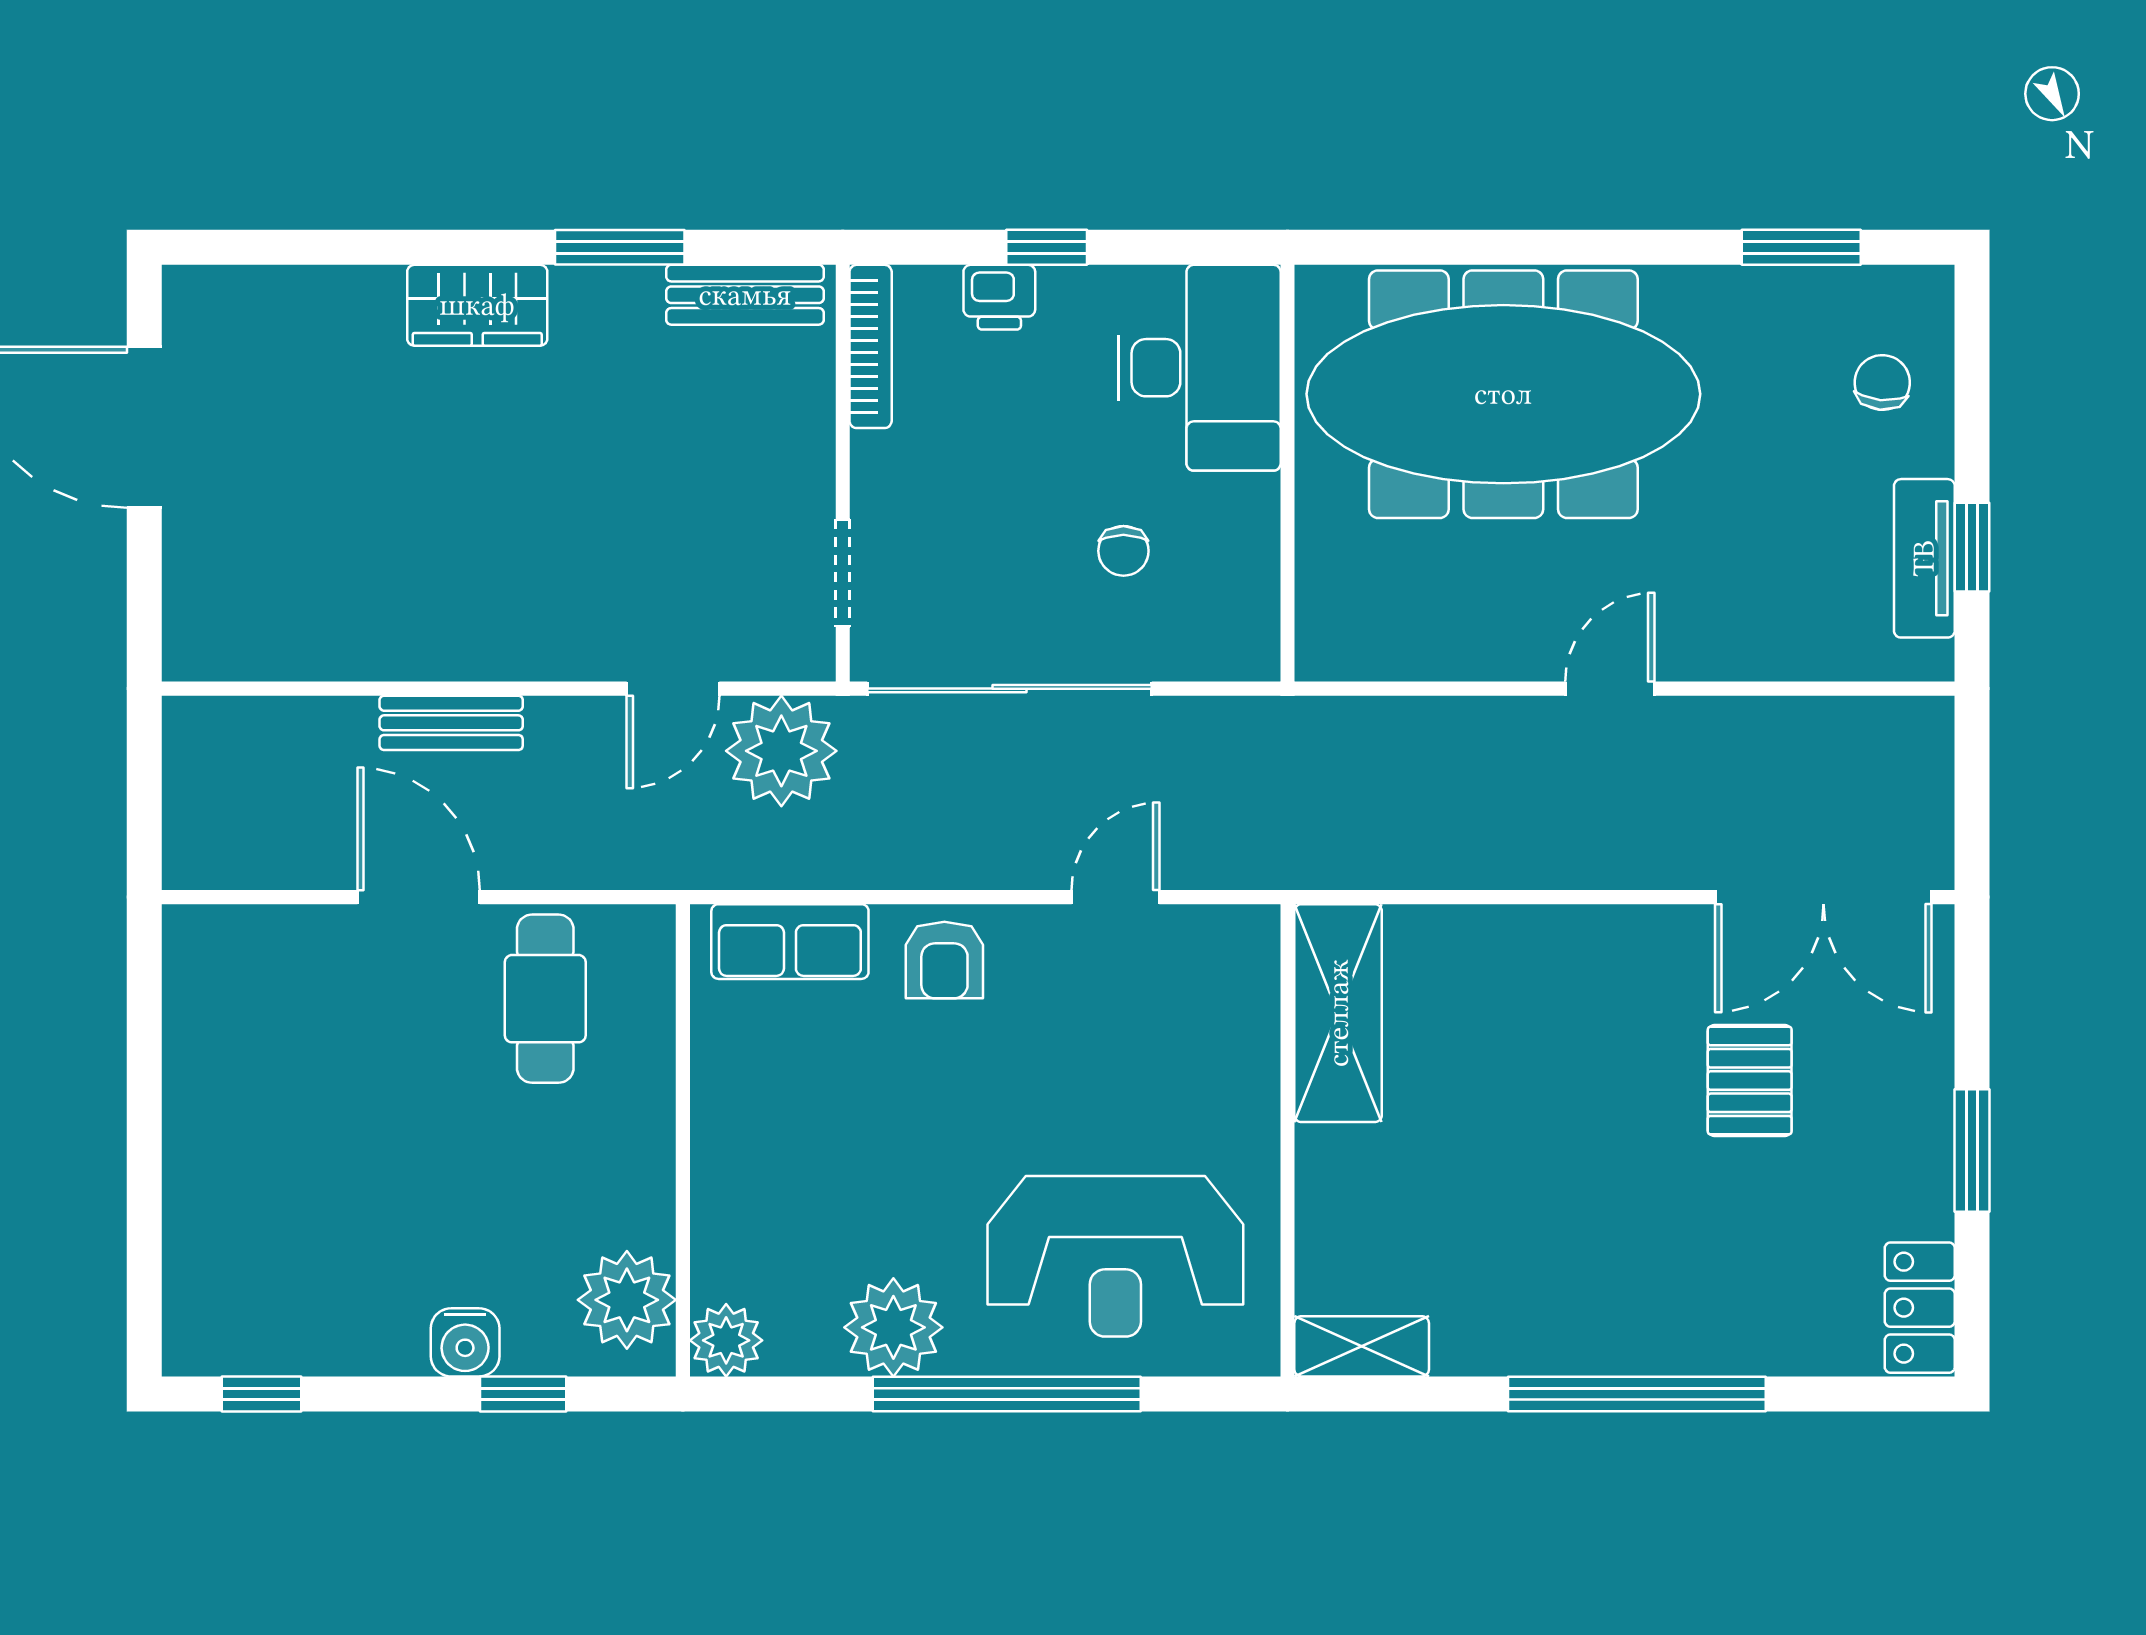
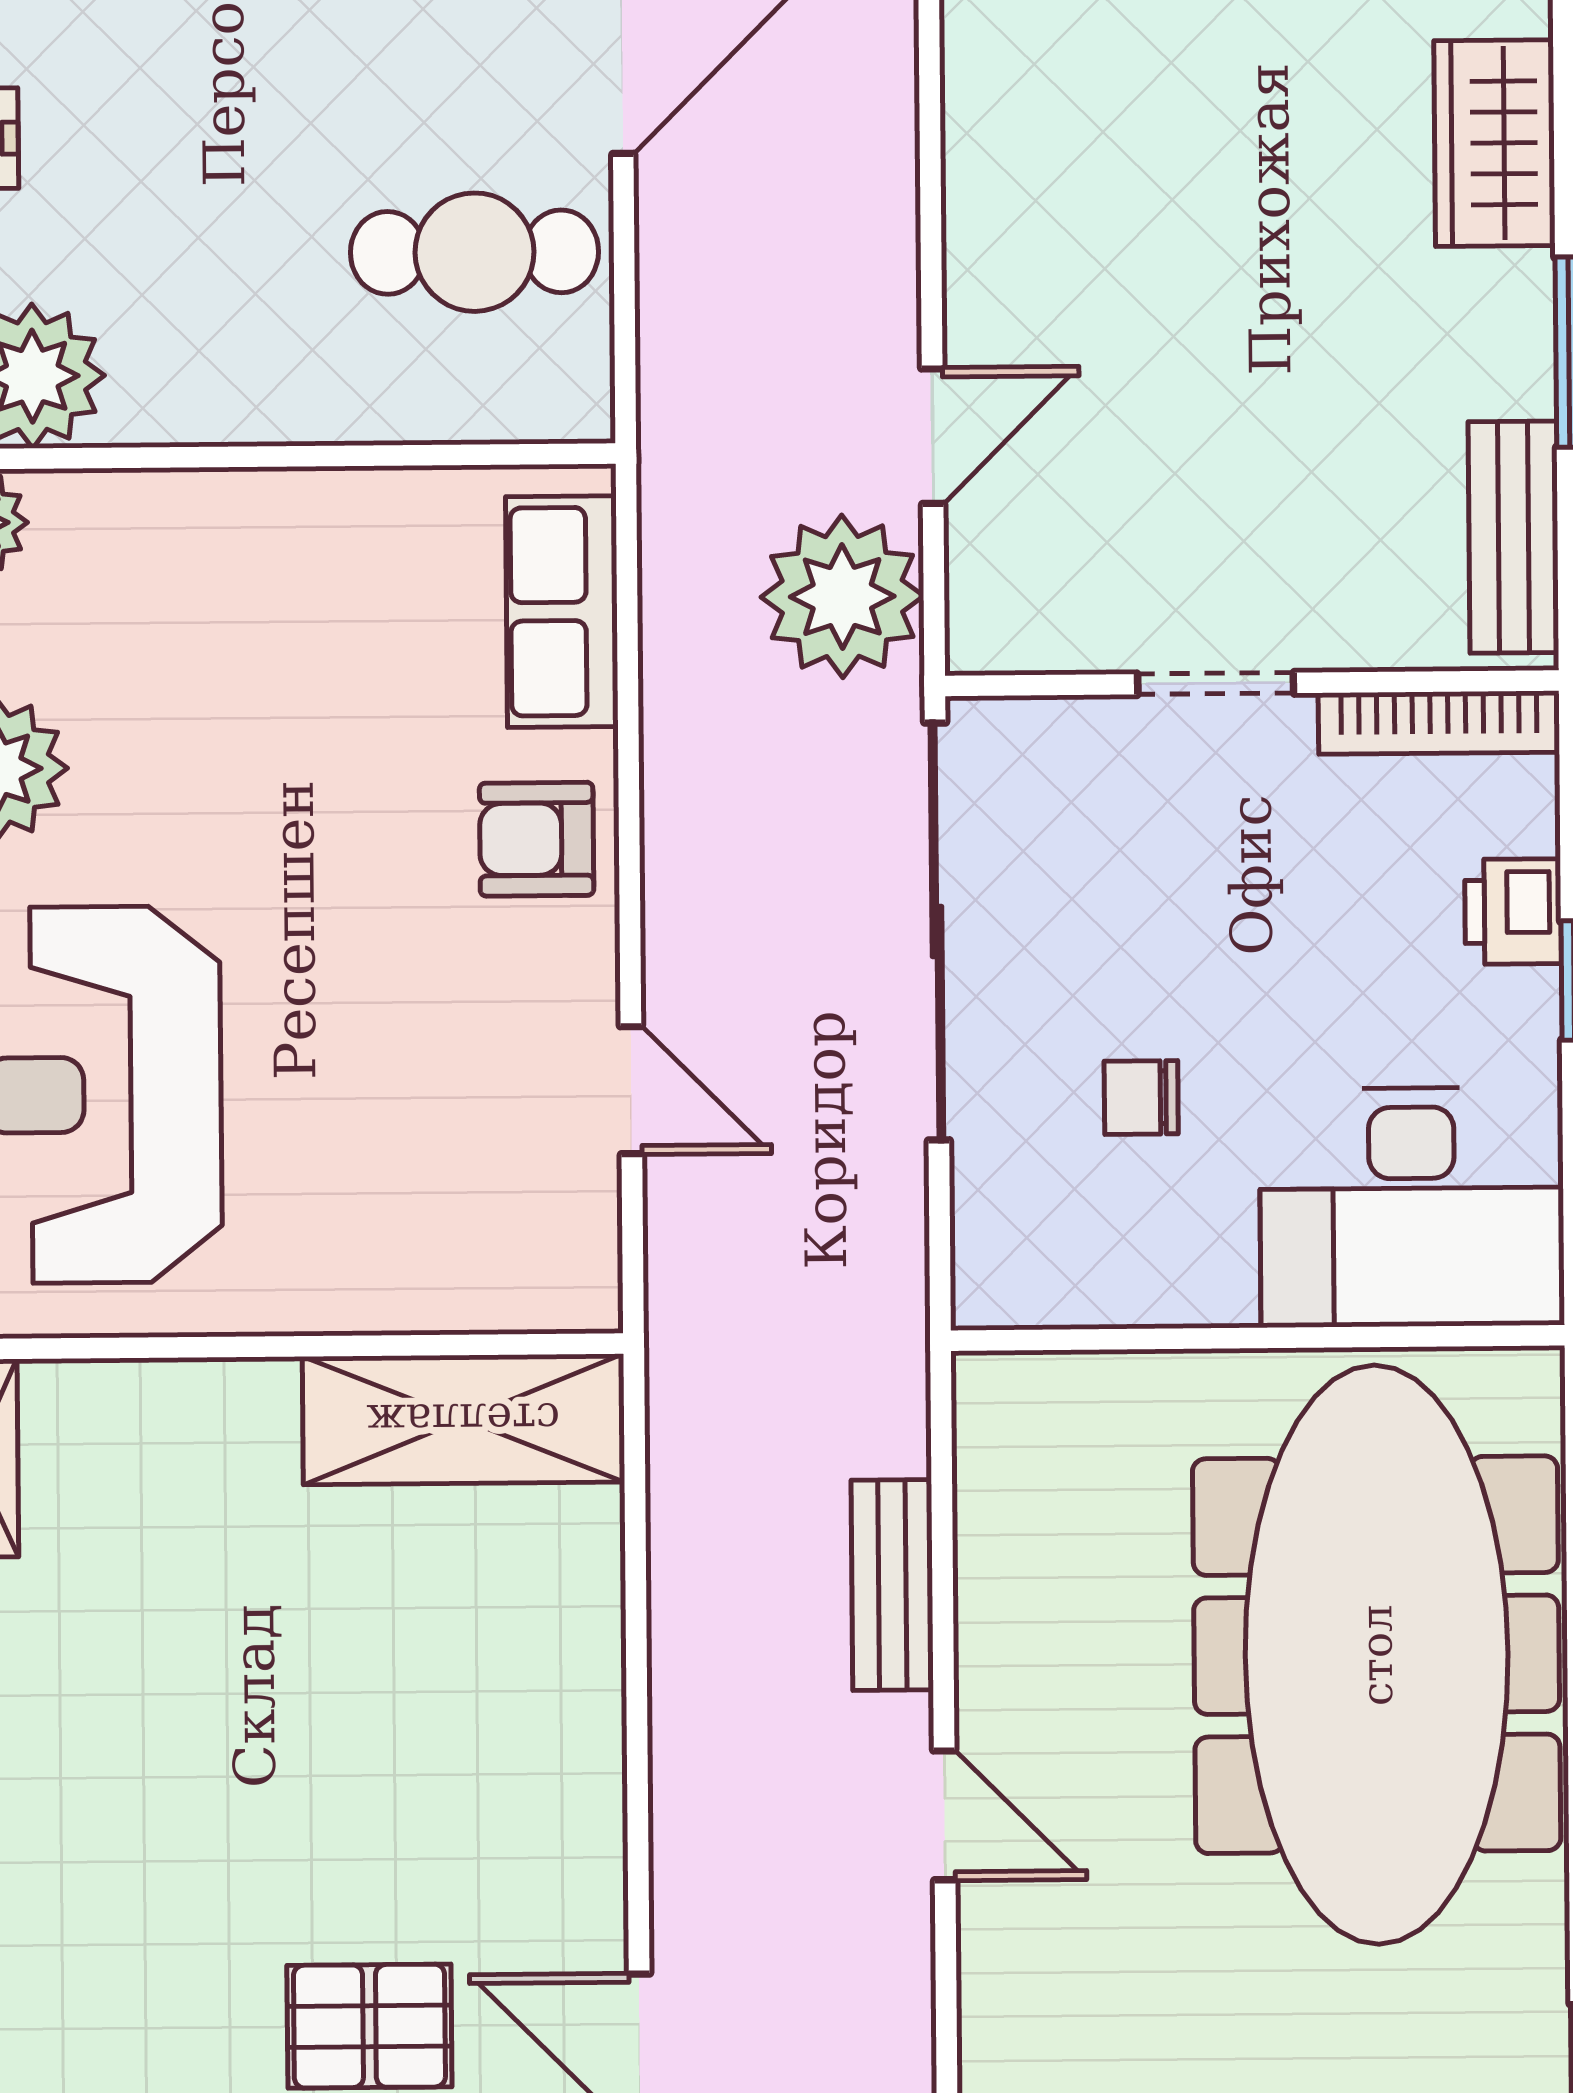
doorway: (843, 573) -> (1216, 684), moved
door: (673, 689) -> (933, 436), swing flipped
bench: (451, 723) -> (892, 1585), moved

